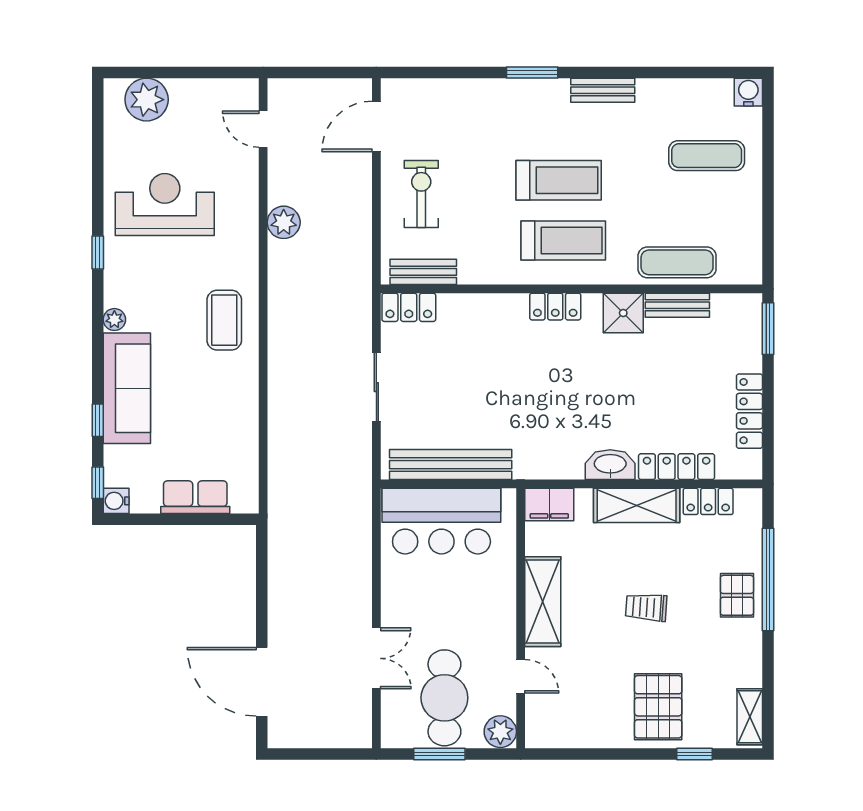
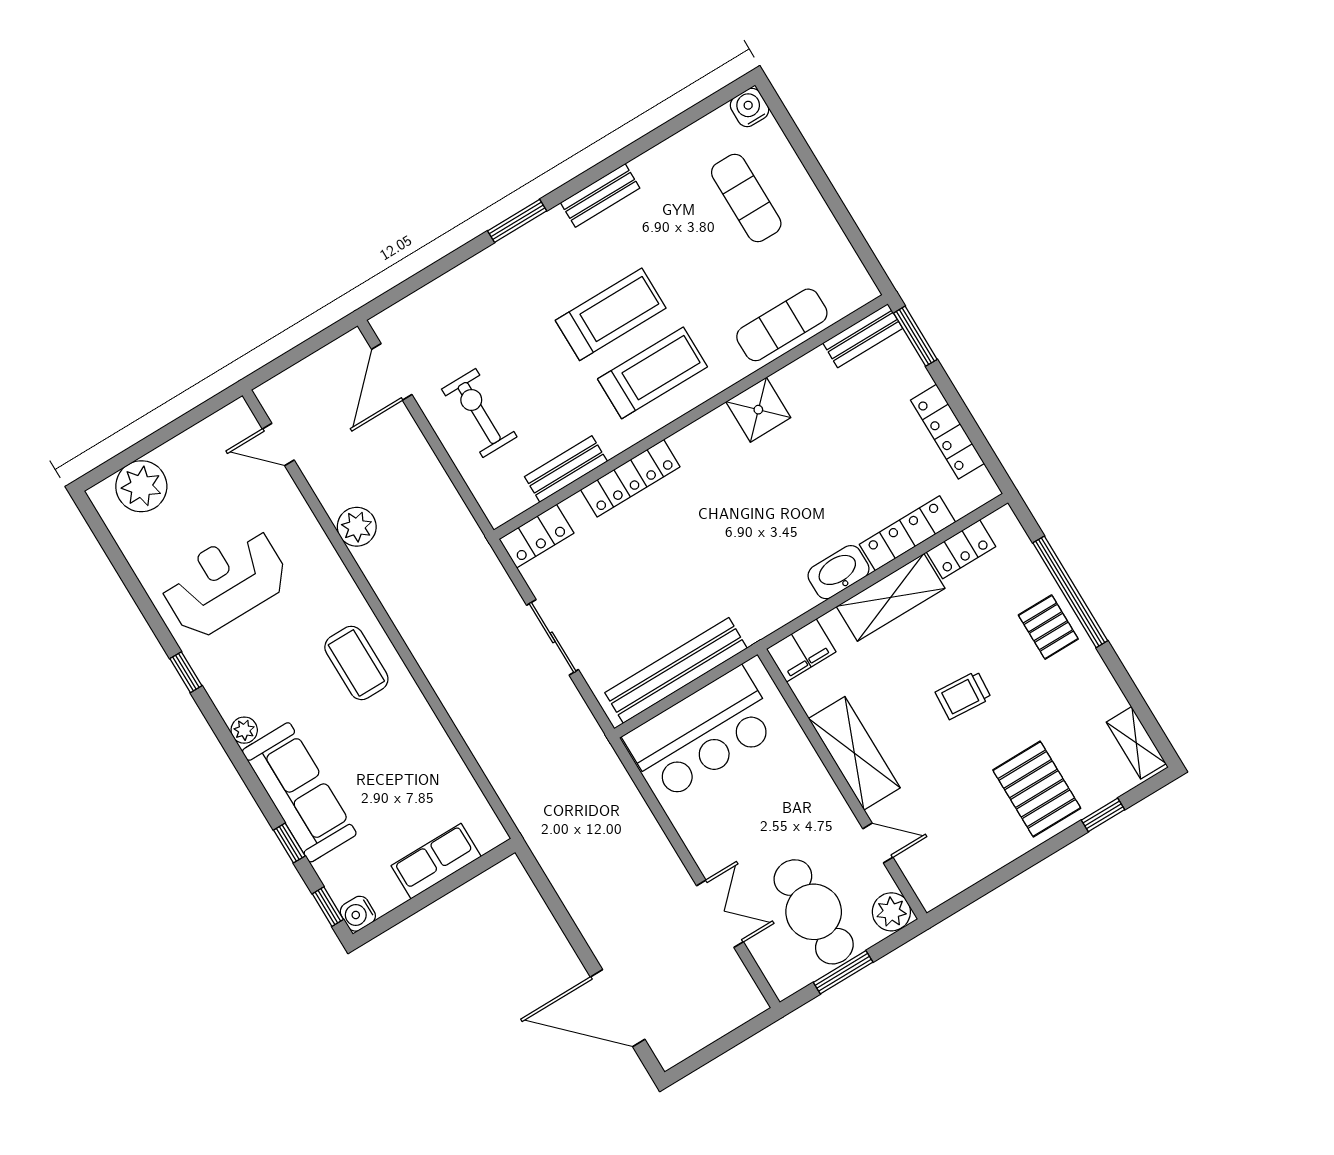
exercise mat: (707, 156) -> (746, 198), turned 90
bench: (423, 272) -> (566, 469), moved
bench: (677, 305) -> (863, 336), moved
locker: (555, 307) -> (630, 478), moved, width x1.53

